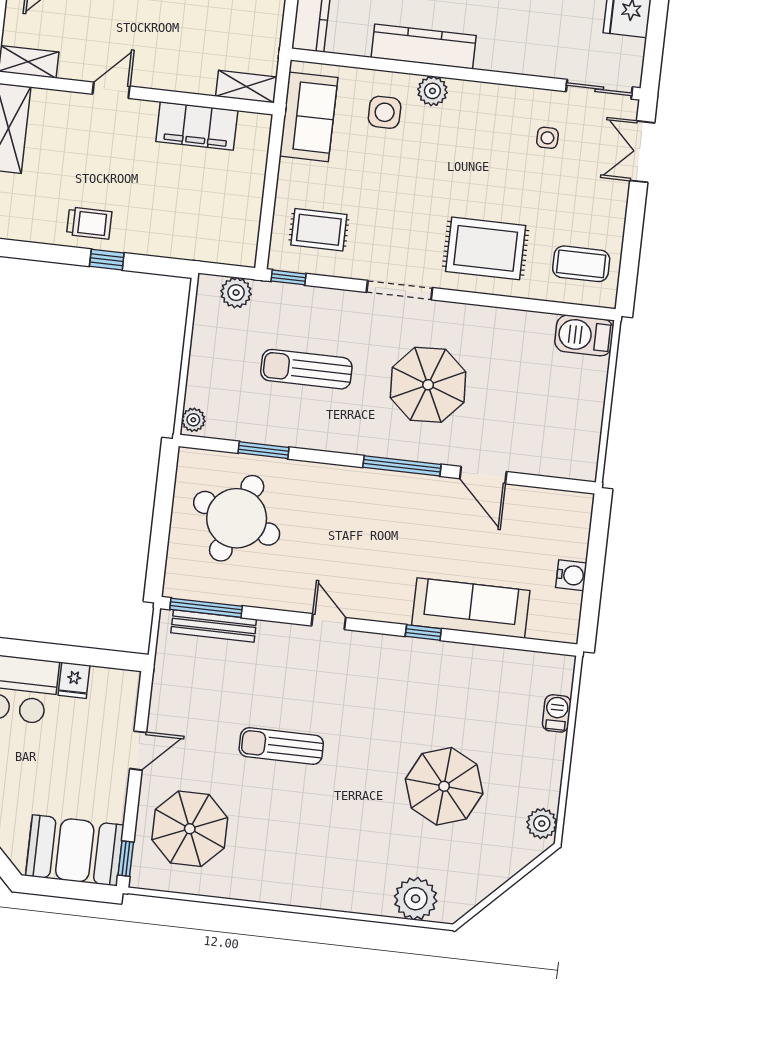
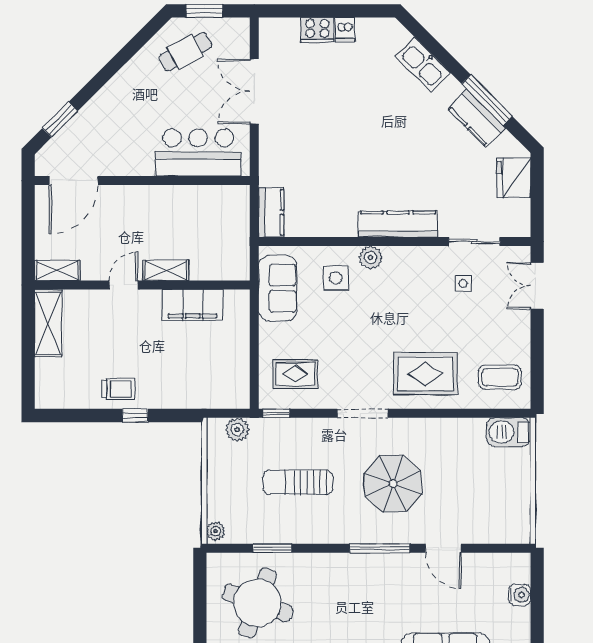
kitchen counter: (424, 46) -> (398, 224), moved
shelving: (246, 87) -> (166, 270), moved
sliding door: (599, 89) -> (474, 241), moved
water cooler: (571, 575) -> (520, 595), moved

